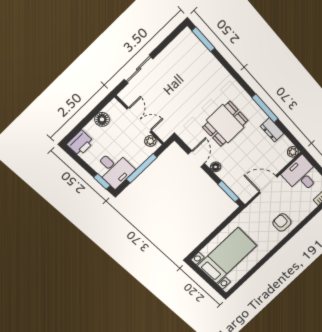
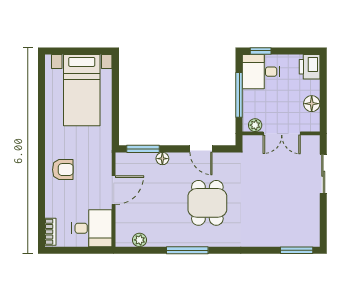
dresser: (272, 130) -> (161, 239), removed
plant: (293, 152) -> (140, 240), moved
floor lamp: (216, 167) -> (162, 159), moved

